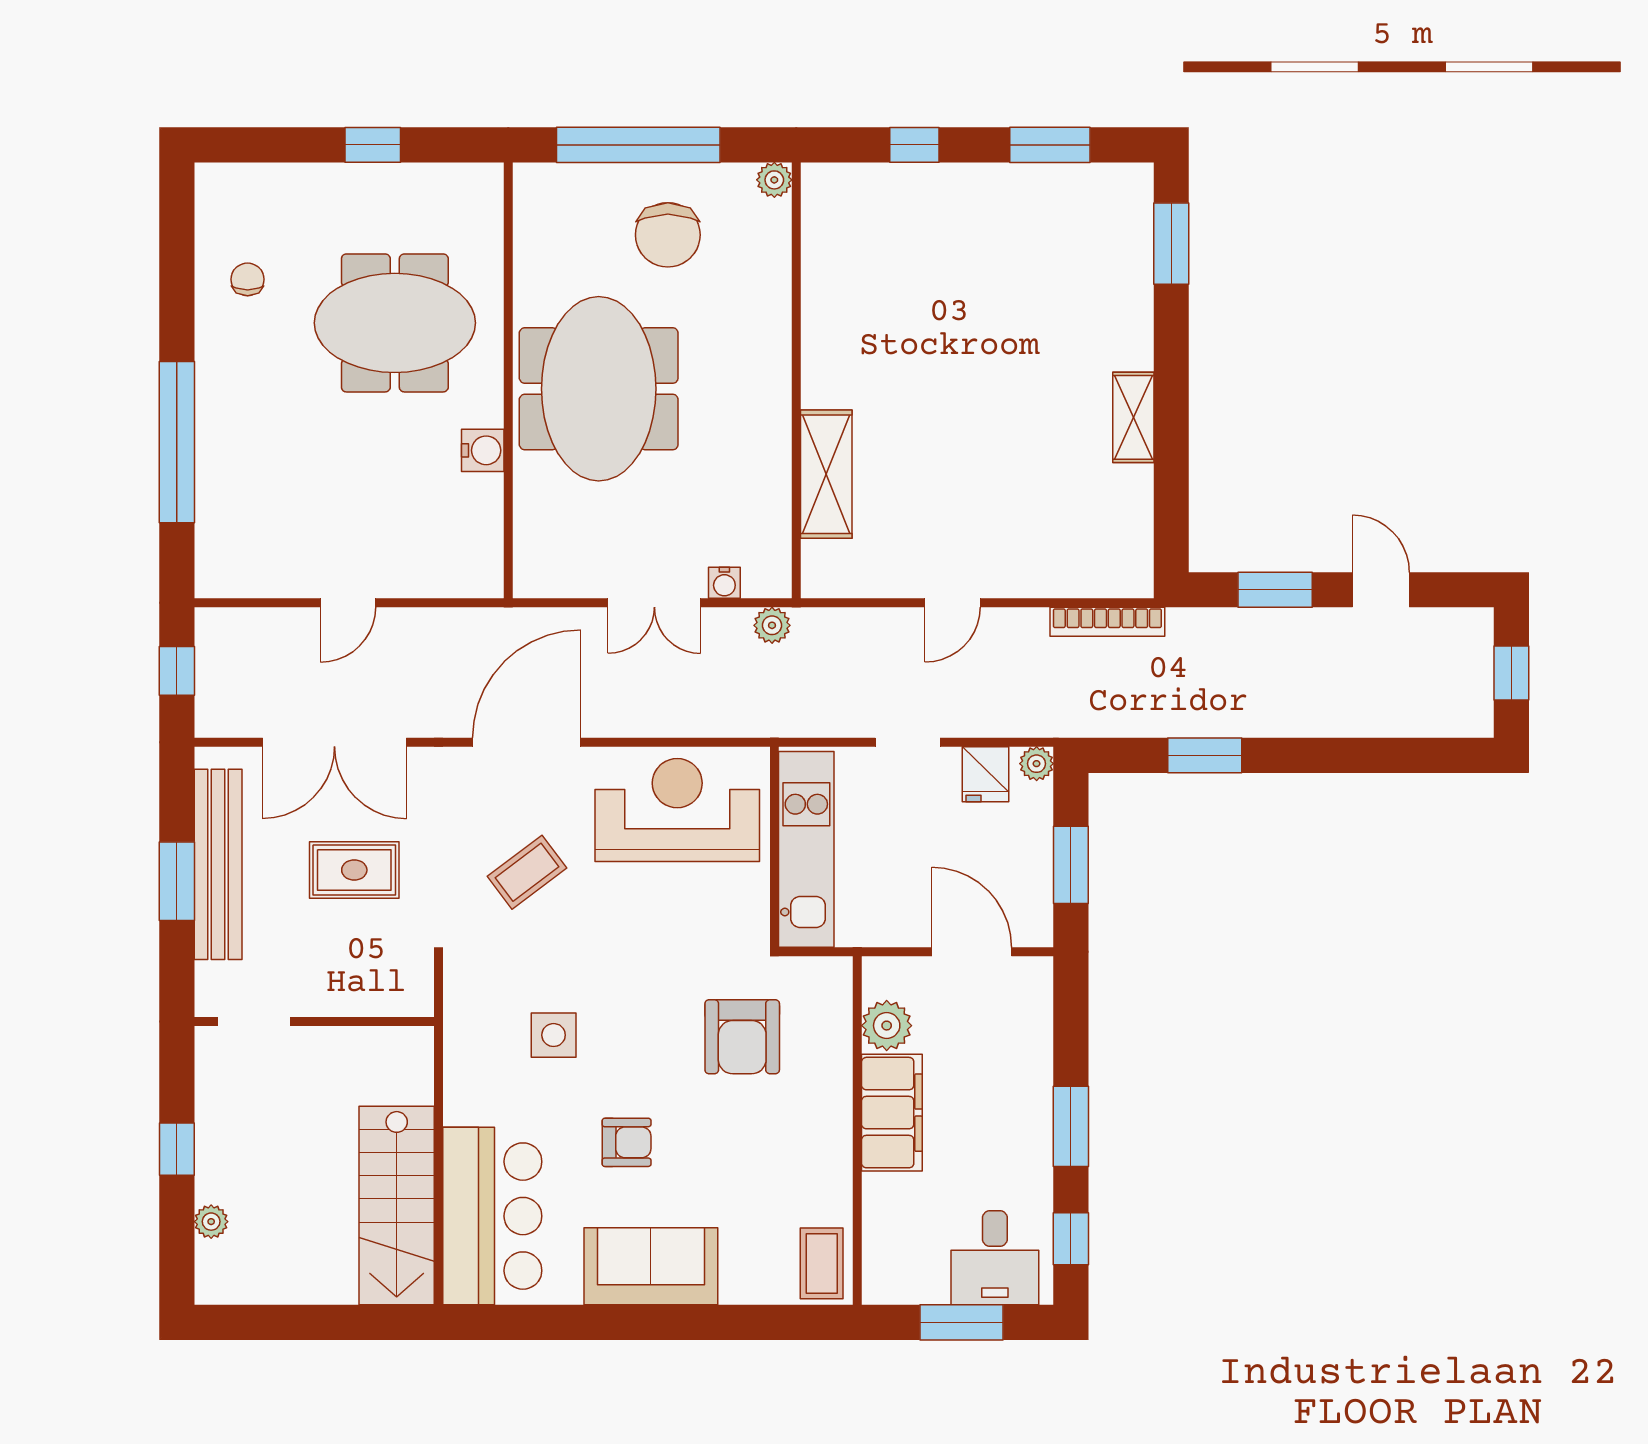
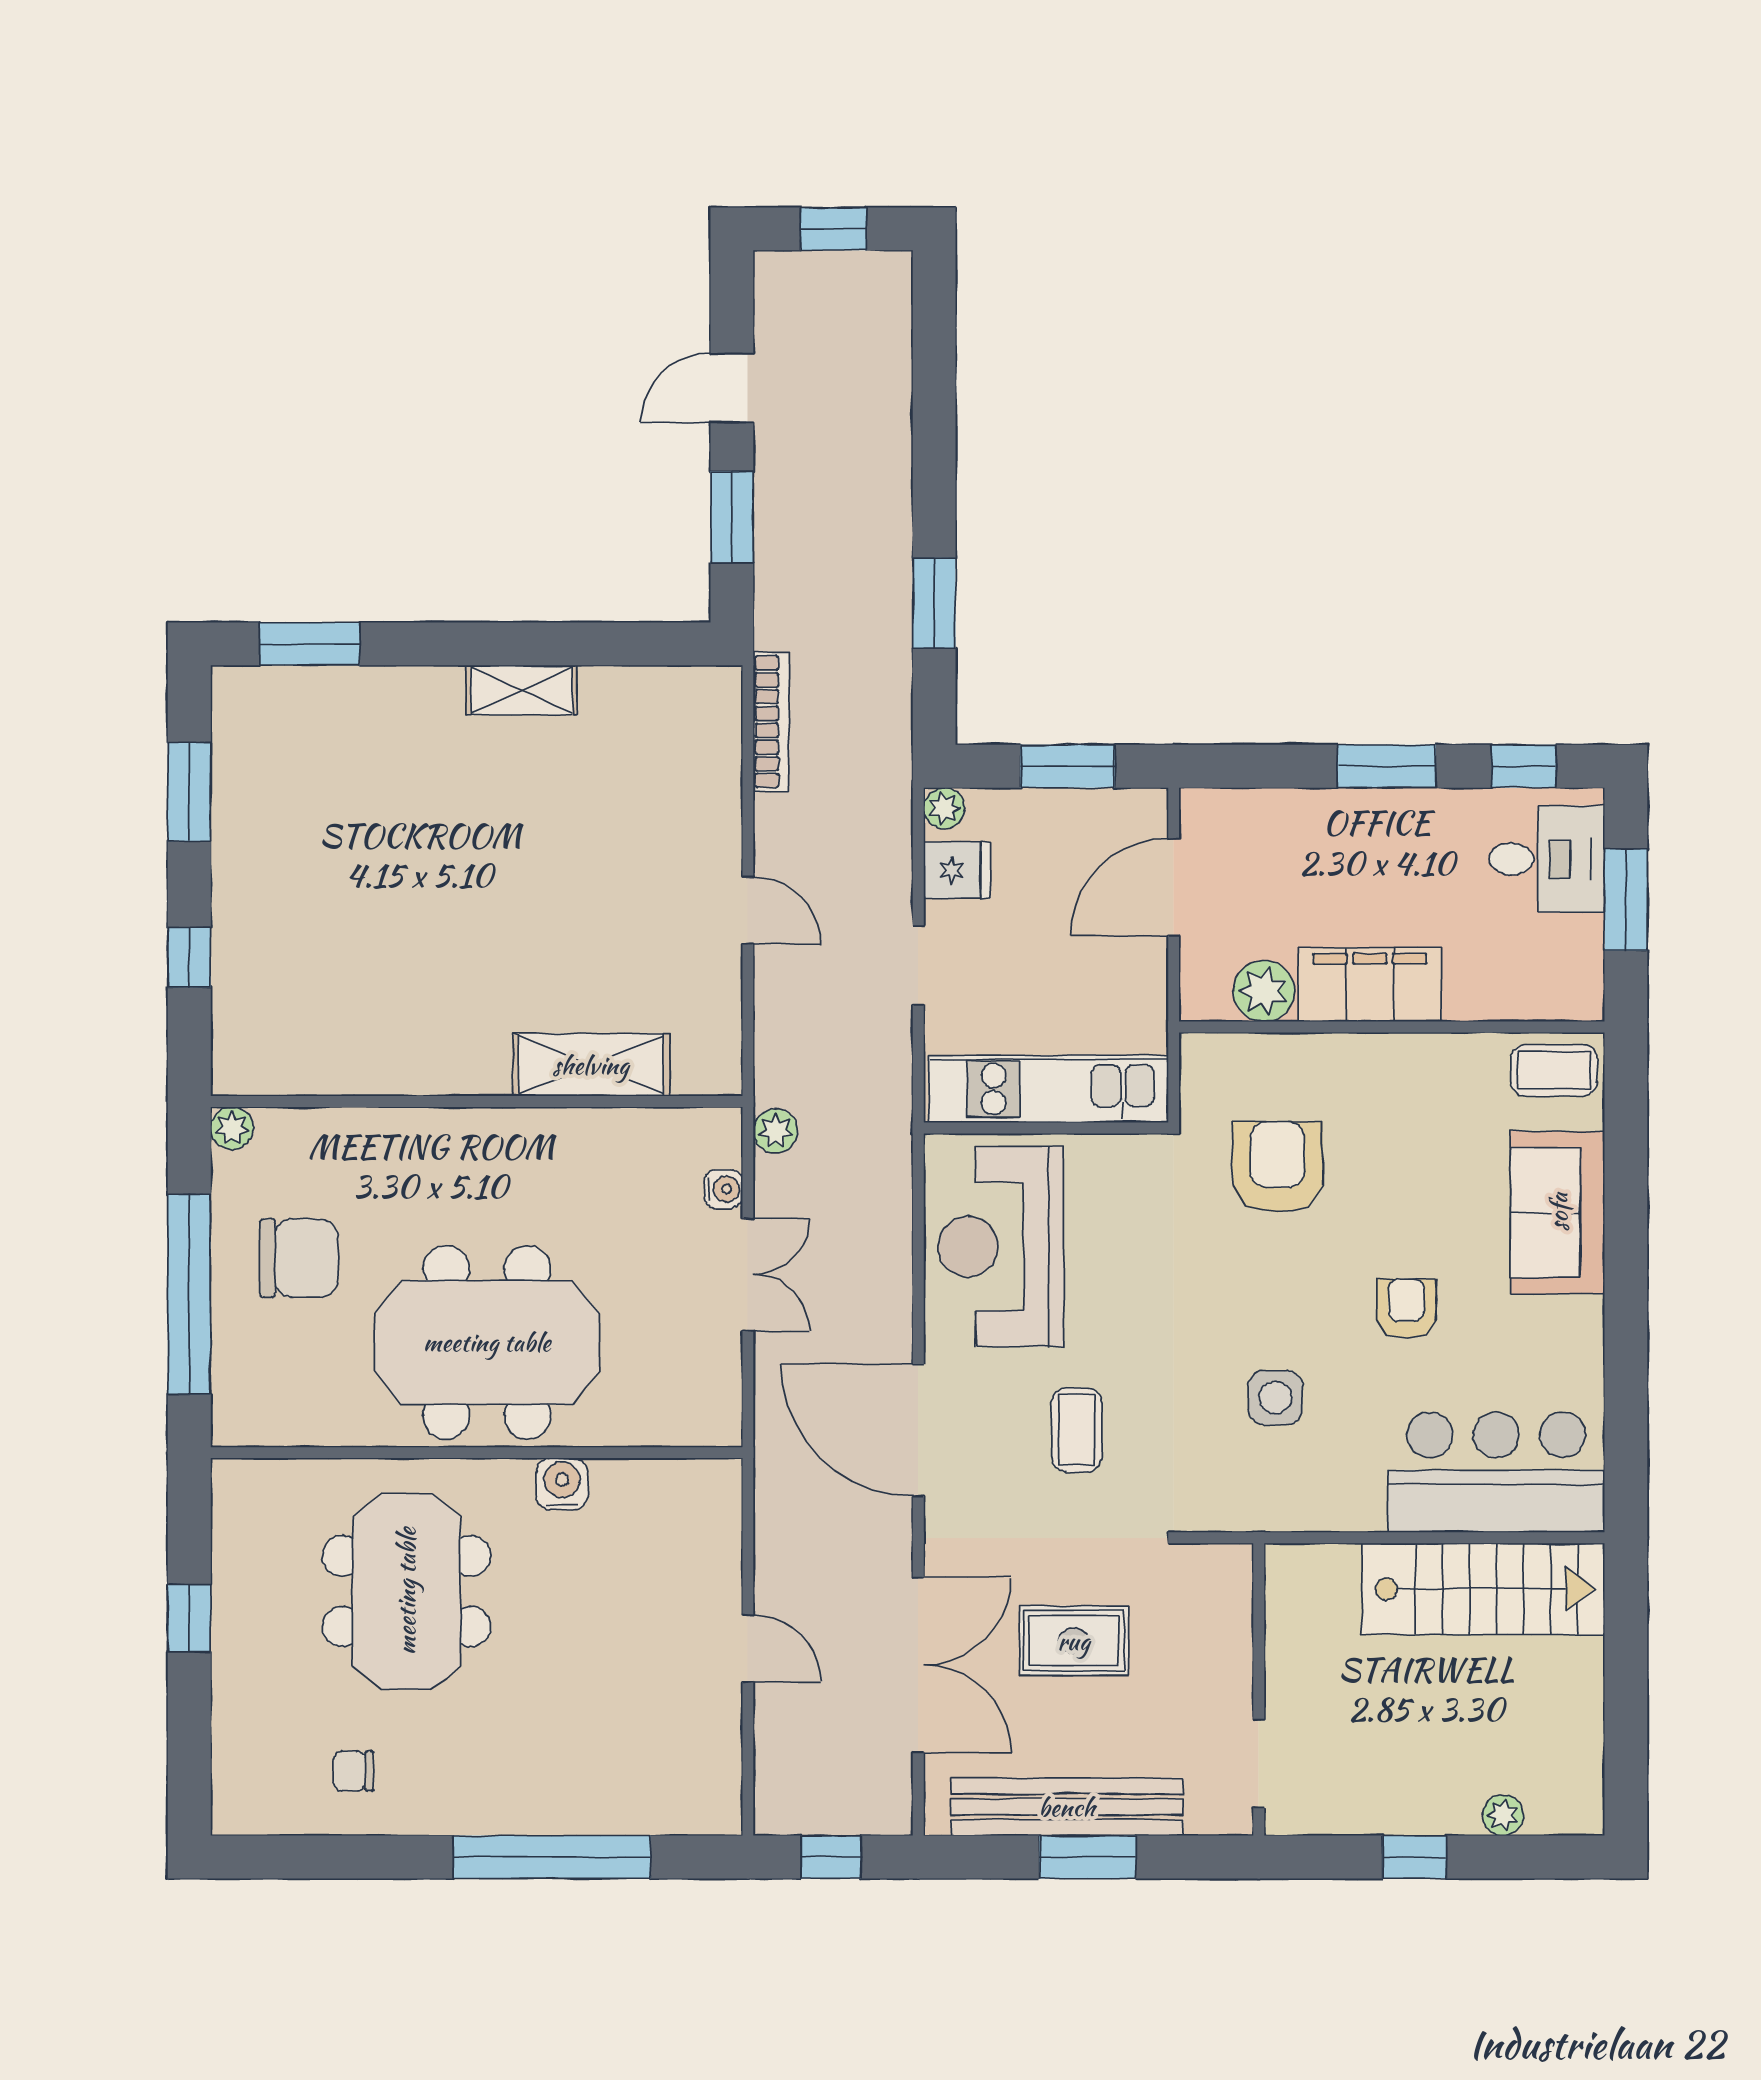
rug: (354, 870) -> (1074, 1641), turned 90
coffee table: (527, 872) -> (1077, 1430), turned 37
armchair: (742, 1037) -> (1277, 1167), turned -90
sofa: (651, 1266) -> (1558, 1212), moved

